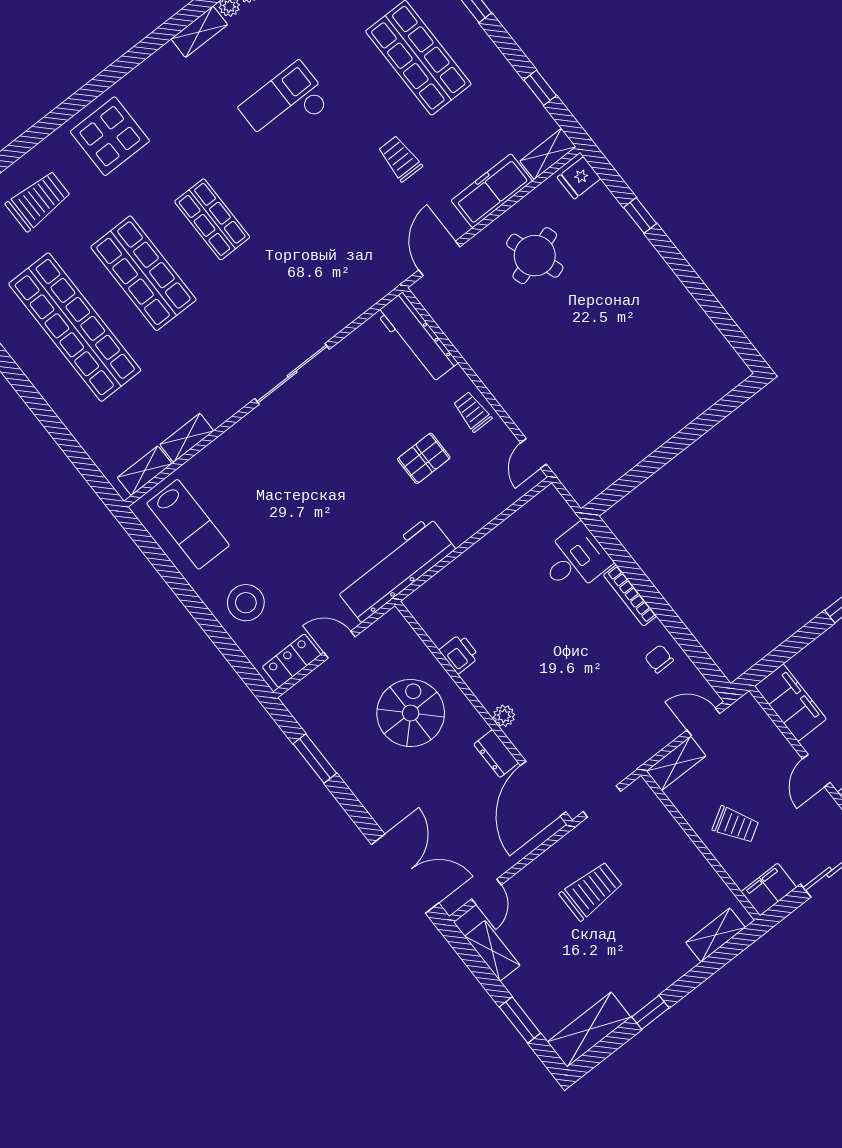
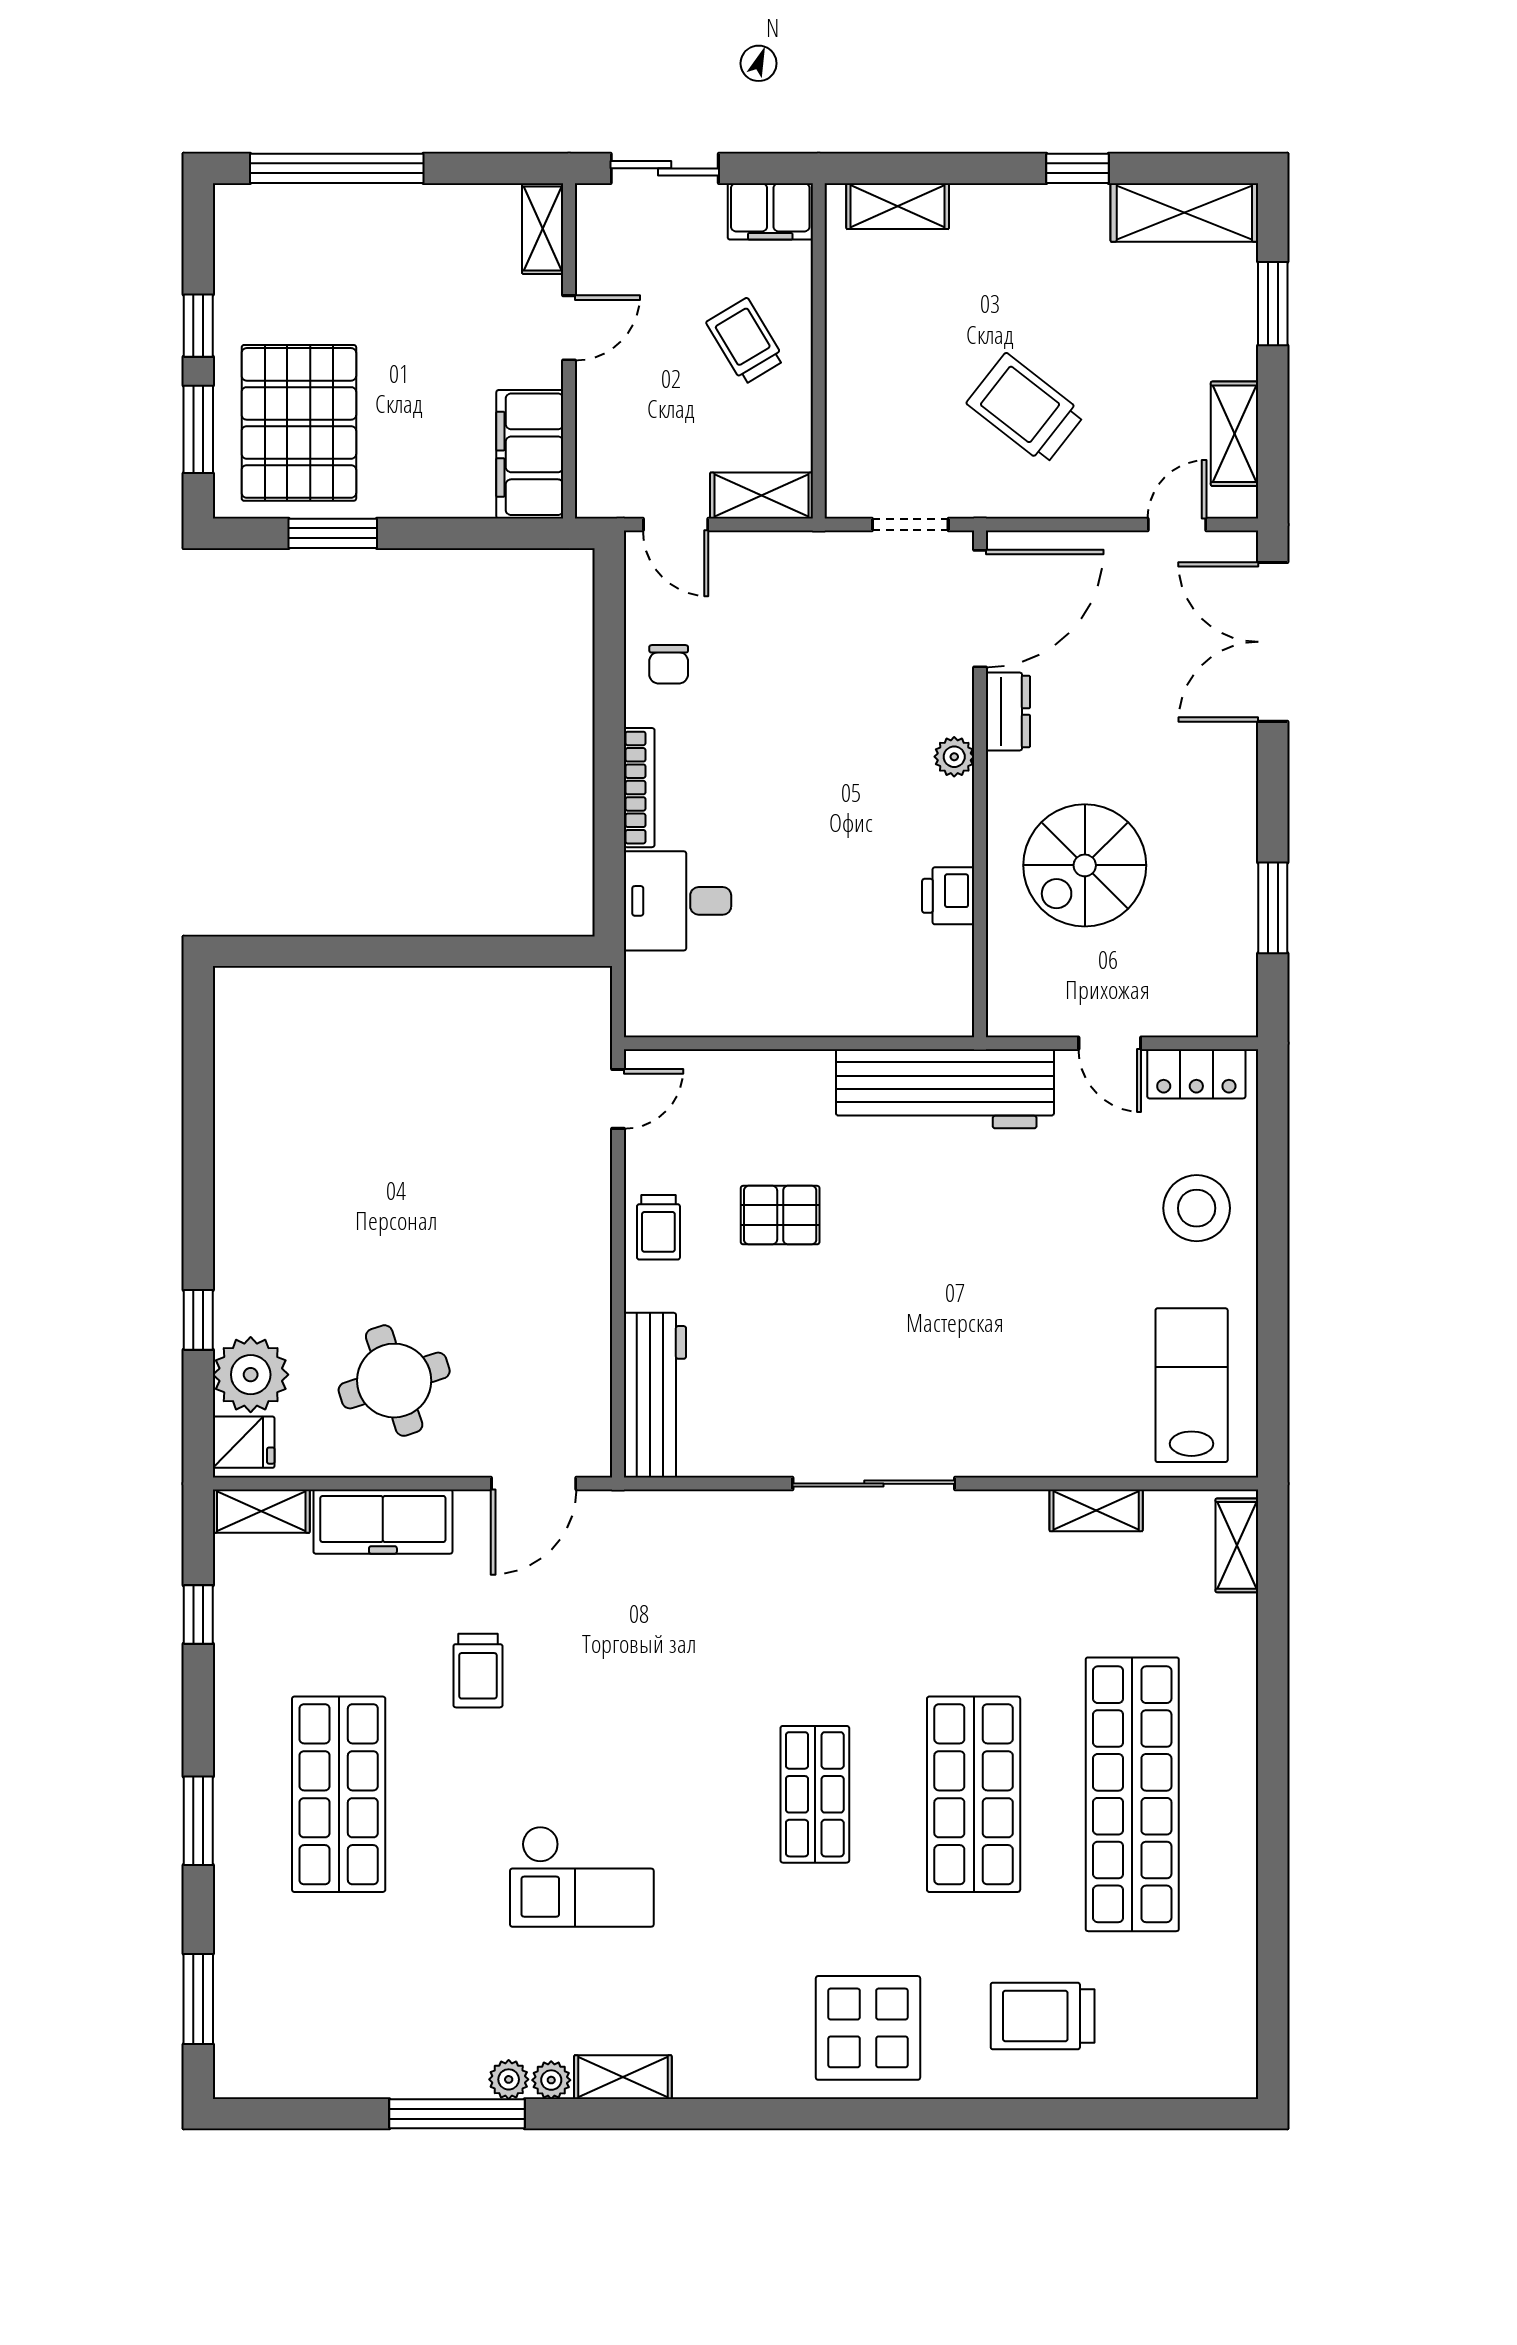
plant: (599, 209) -> (251, 1375), added
shelving: (145, 471) -> (1237, 1545), moved, turned 90
trolley: (591, 891) -> (1026, 409), turned 38

